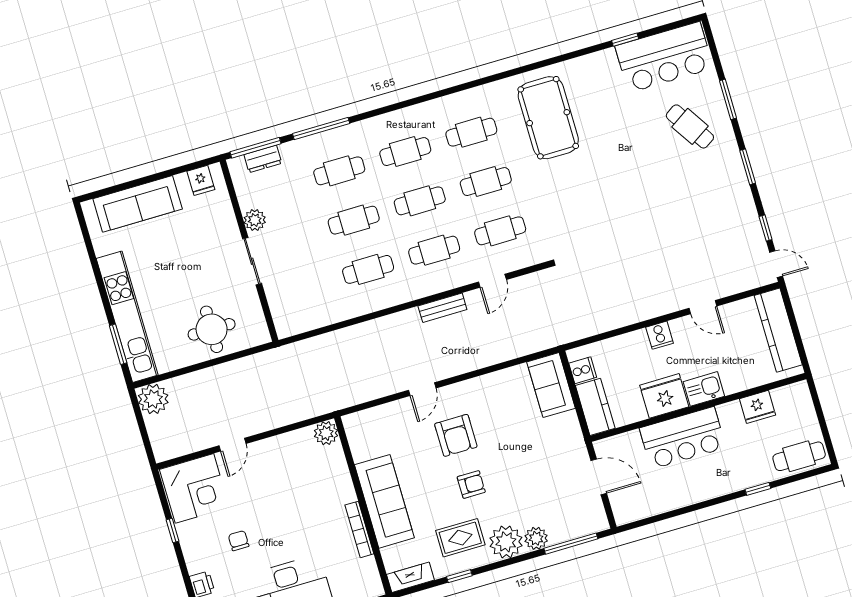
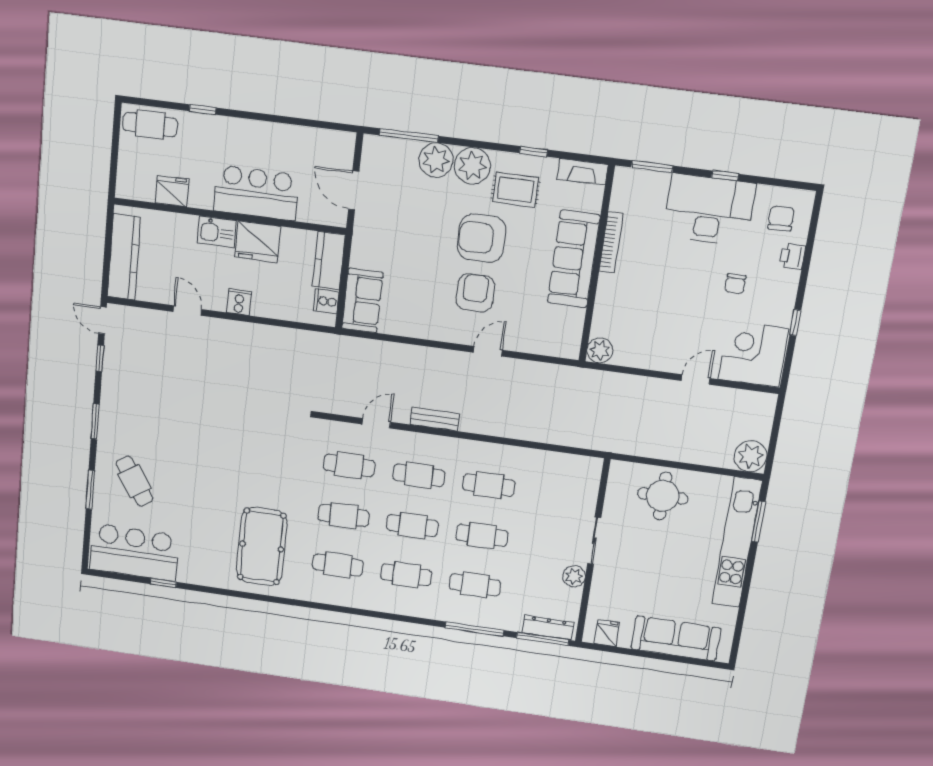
dresser: (263, 159) -> (548, 628), width x1.44
armchair: (471, 484) -> (481, 238), width x1.88, depth x1.88
plant: (536, 538) -> (436, 160), width x1.36, depth x1.36

